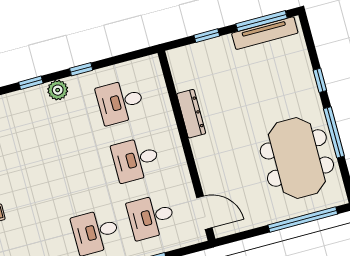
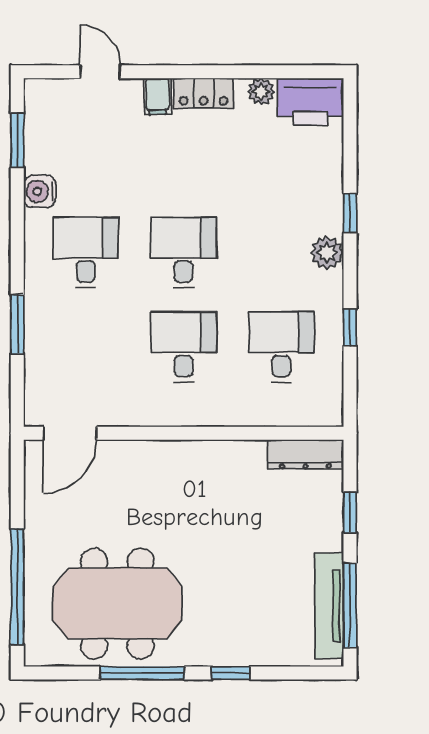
window: (81, 69) -> (350, 328), moved
dresser: (191, 114) -> (305, 454), moved
desk: (151, 217) -> (184, 252), moved

